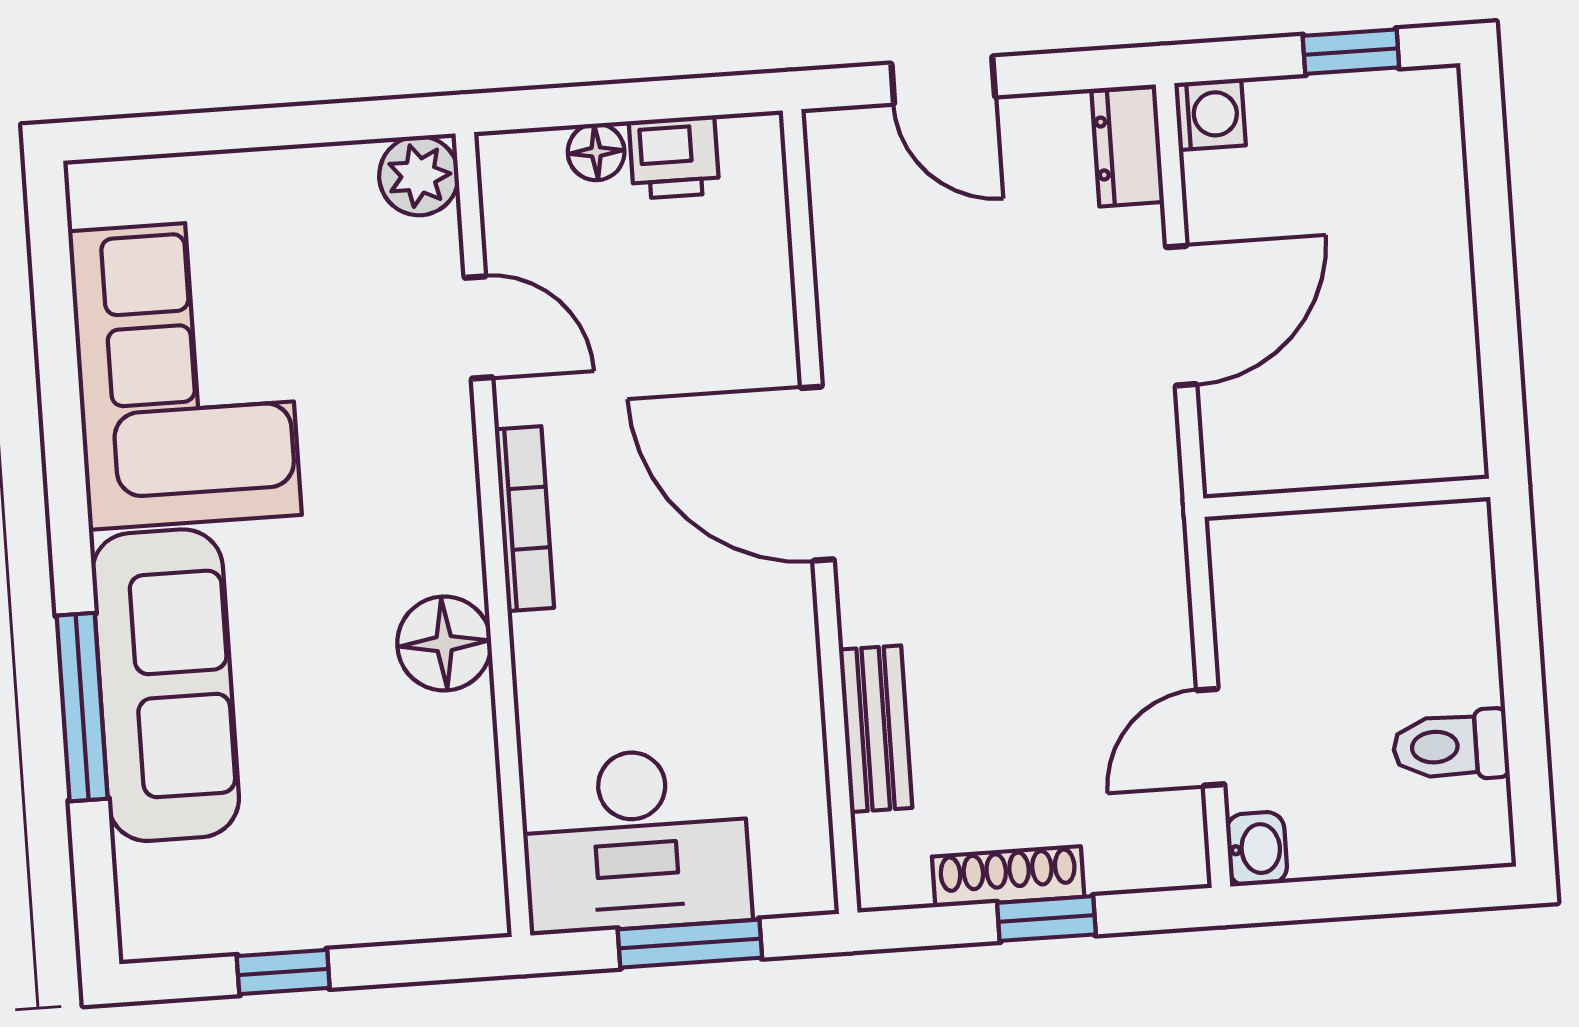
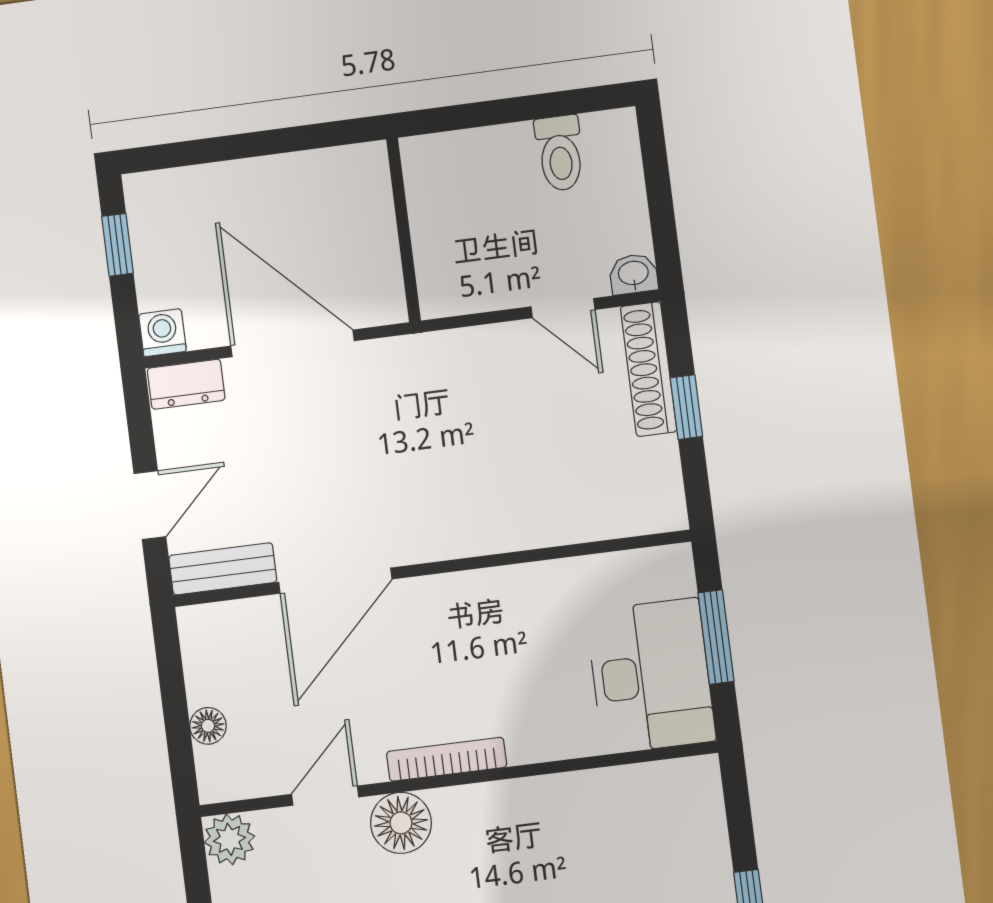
printer: (674, 157) -> (209, 675), removed
door: (1181, 316) -> (292, 343), width x1.36
door: (817, 474) -> (335, 581), moved
floor lamp: (444, 644) -> (401, 823), moved
bench: (876, 729) -> (223, 569), moved
shoe rack: (1008, 877) -> (649, 369), moved, width x1.36, depth x1.24

